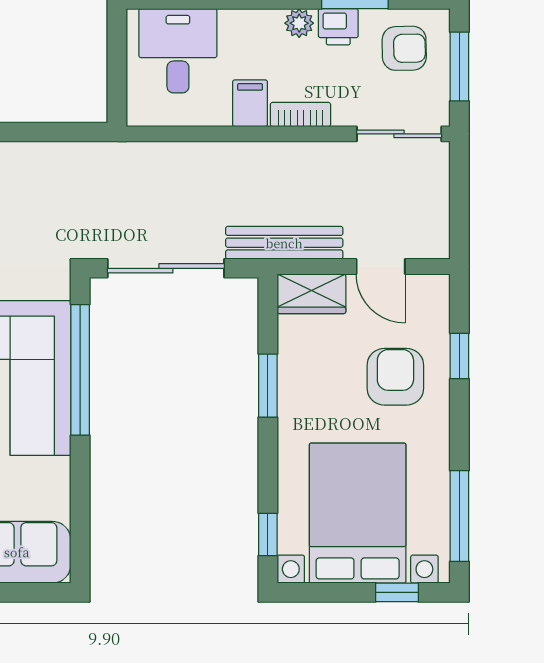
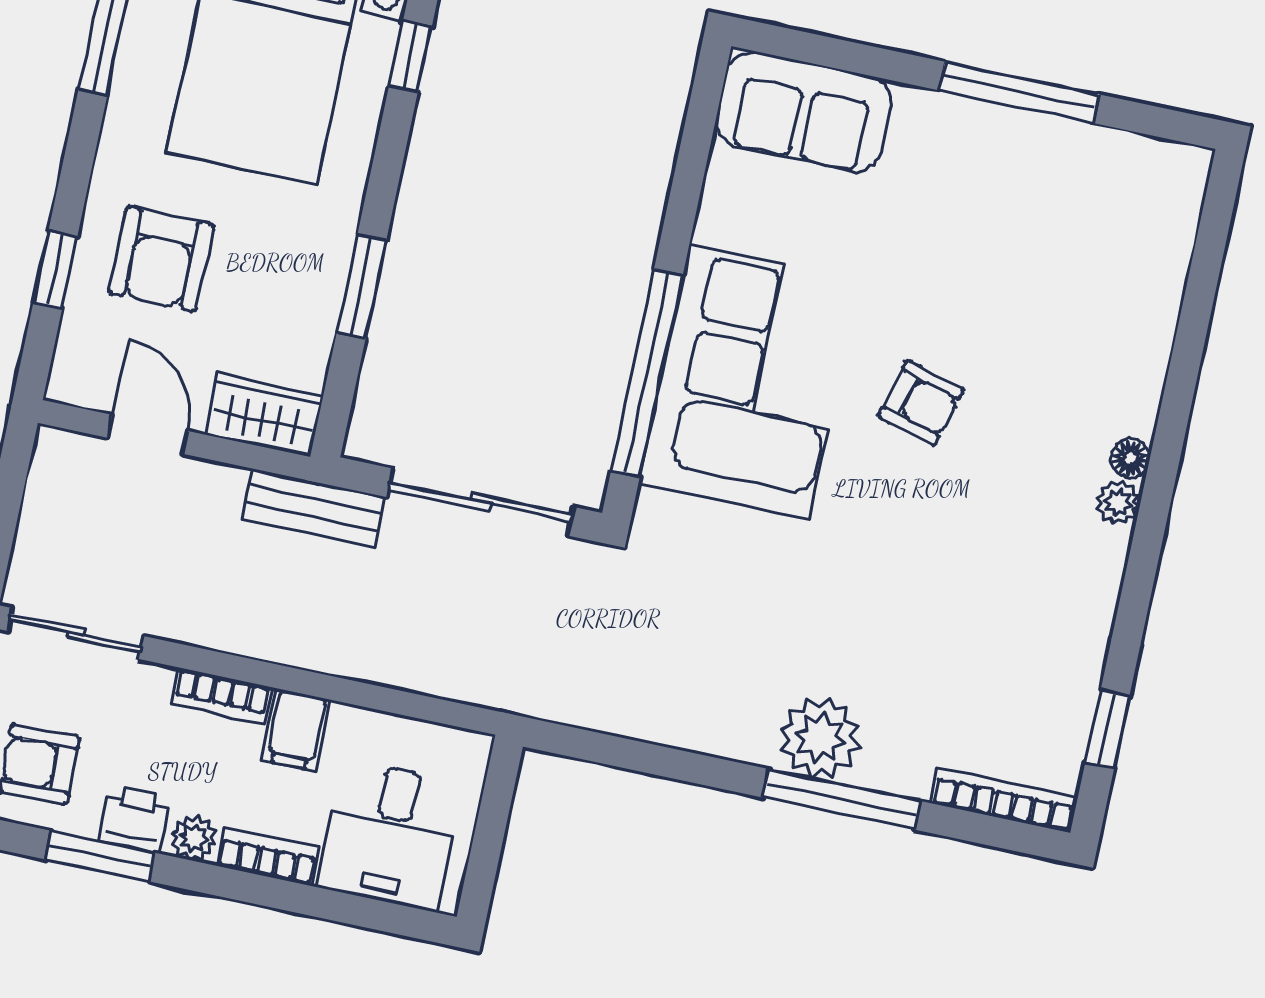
bookcase: (251, 21) -> (268, 857), added
bench: (284, 243) -> (313, 508), width x0.73

